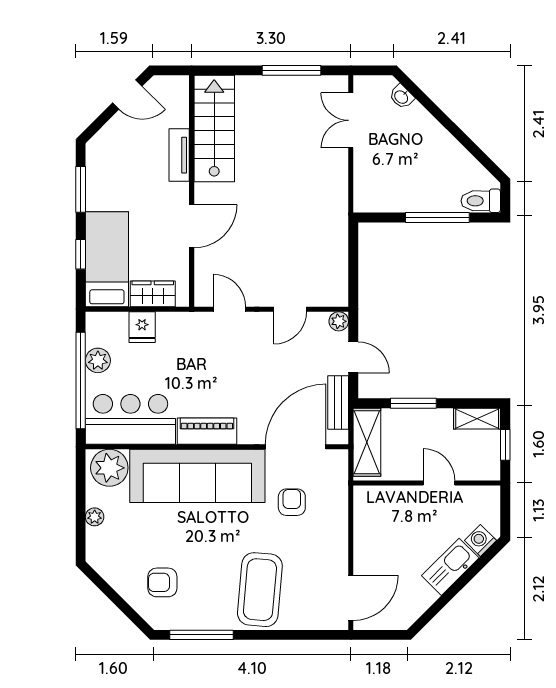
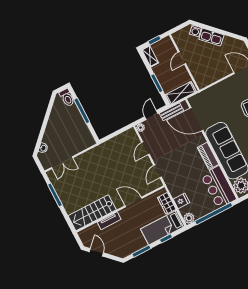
door: (290, 309) -> (145, 148), swing flipped
plant: (98, 360) -> (189, 218), moved
armchair: (292, 502) -> (218, 110), removed

